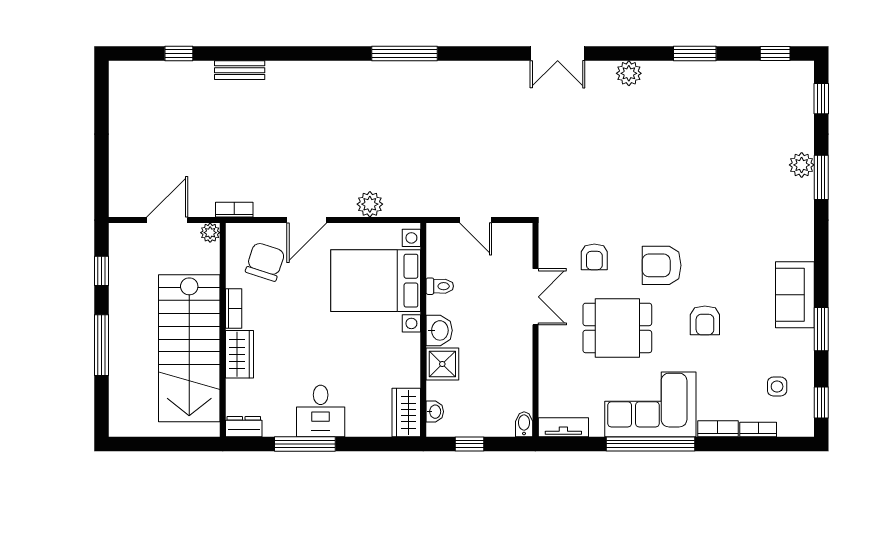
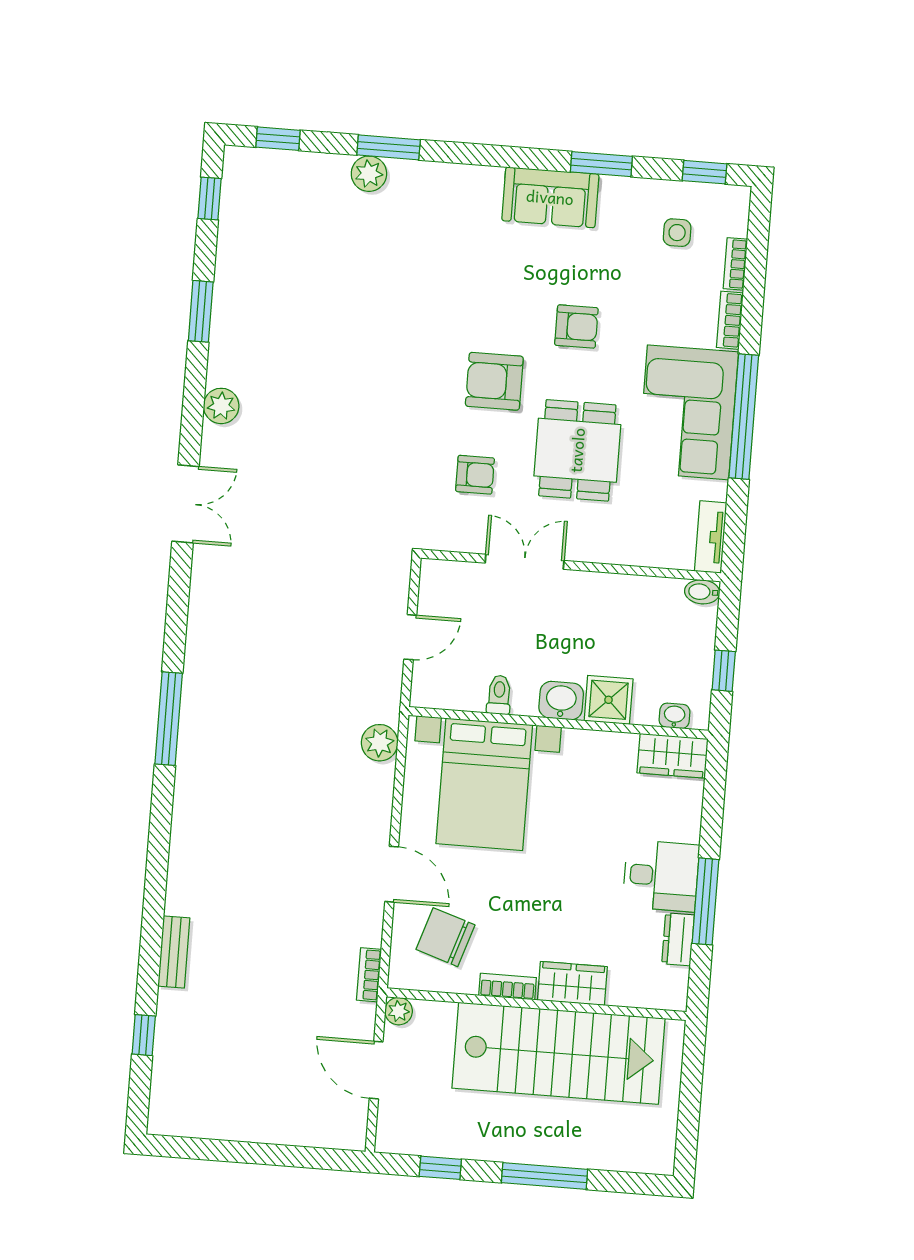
plant: (370, 204) -> (380, 743), moved
armchair: (662, 265) -> (494, 381), turned 90
dresser: (244, 427) -> (678, 939), moved

